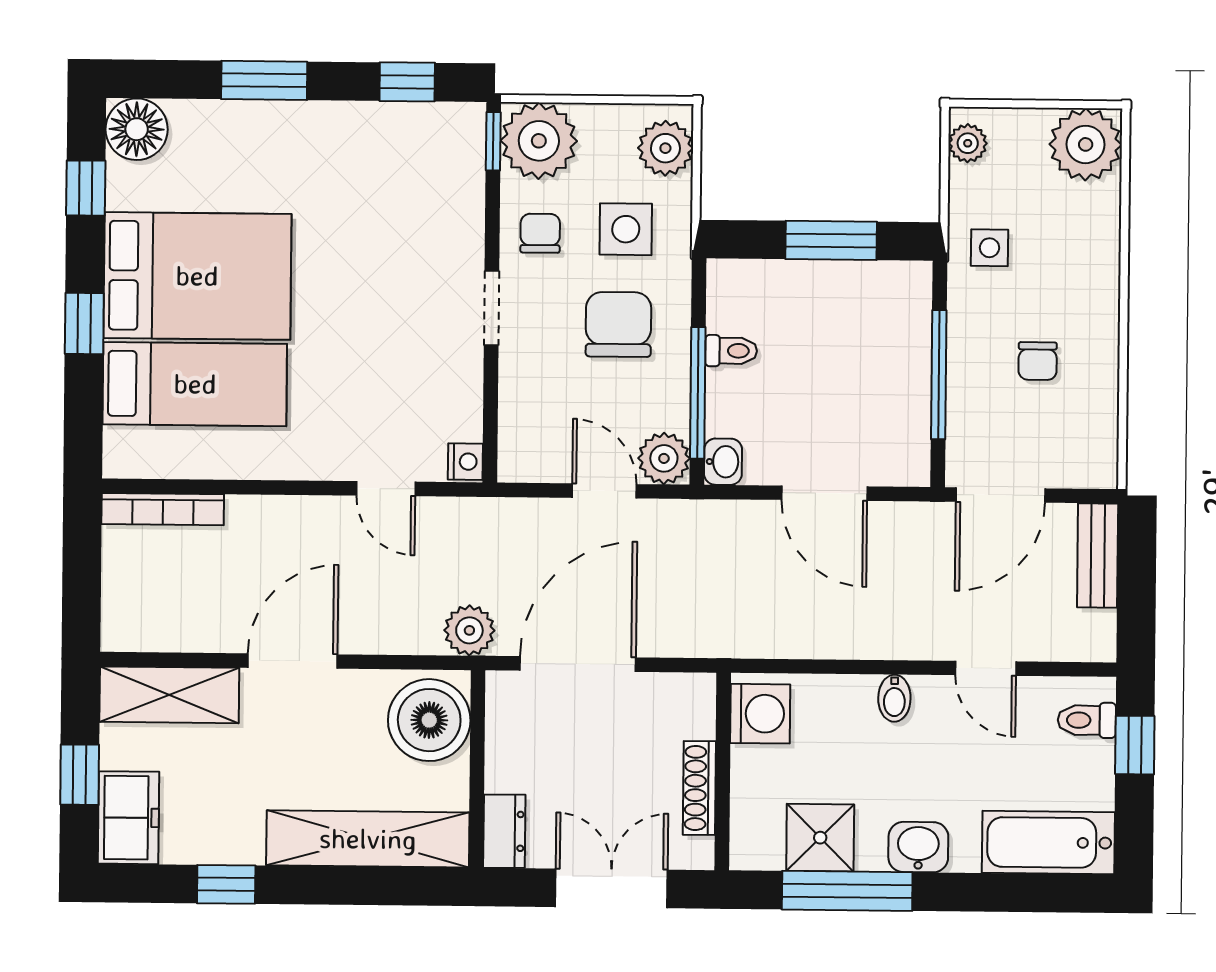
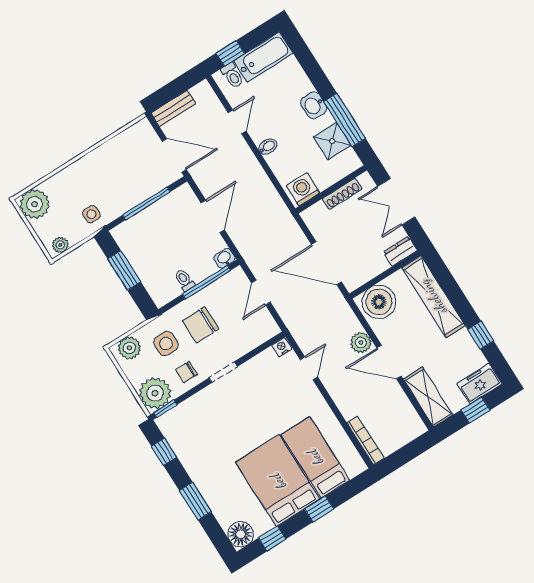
chair: (1038, 361) -> (120, 172), removed
plant: (664, 458) -> (236, 279), removed
plant: (469, 630) -> (361, 343), moved
bathtub: (1048, 843) -> (263, 57), moved, turned -90

